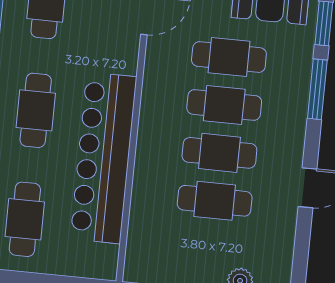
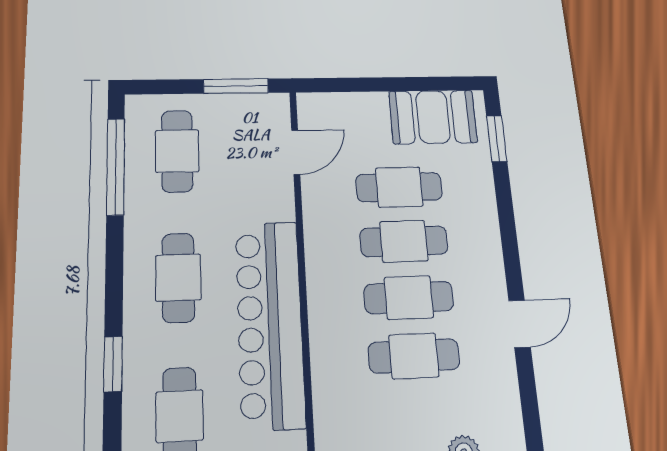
window: (317, 89) -> (505, 210), removed

